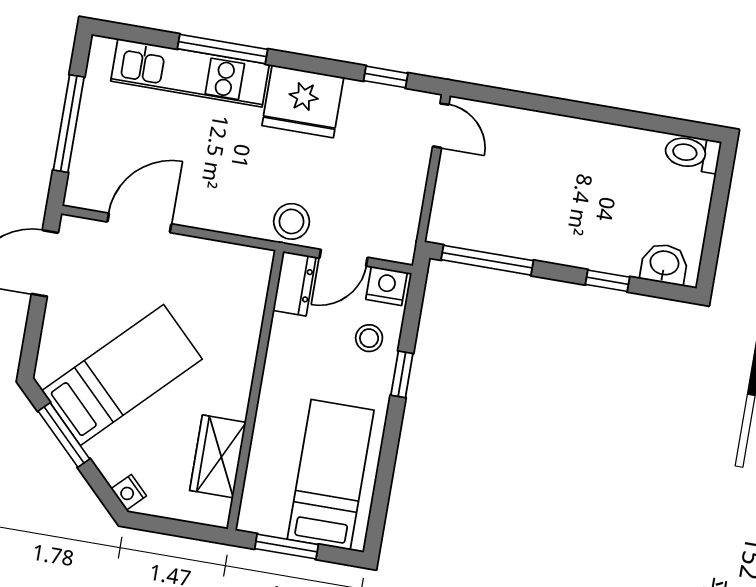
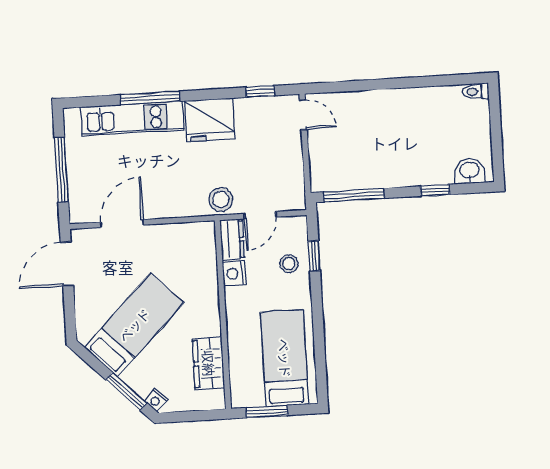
toilet: (692, 153) -> (476, 91), width x0.73, depth x0.72
nightstand: (387, 286) -> (234, 274), moved, turned -90
window: (402, 374) -> (314, 256), moved
window: (64, 435) -> (126, 391), moved

